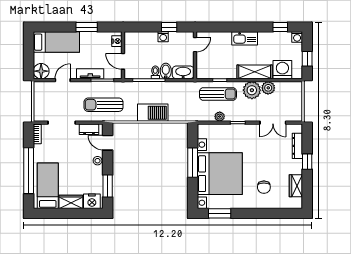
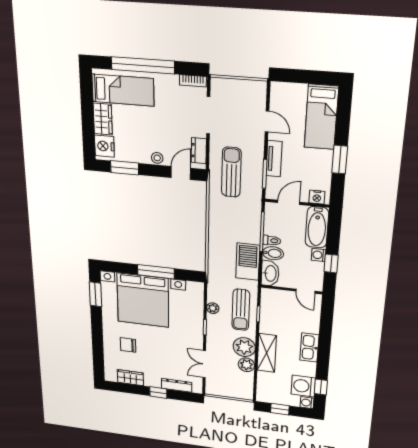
bathtub: (141, 39) -> (317, 227), added
washing machine: (282, 70) -> (303, 386), moved, turned 180
floor lamp: (41, 71) -> (281, 93), removed
barbecue: (153, 113) -> (248, 262), moved, turned 180

